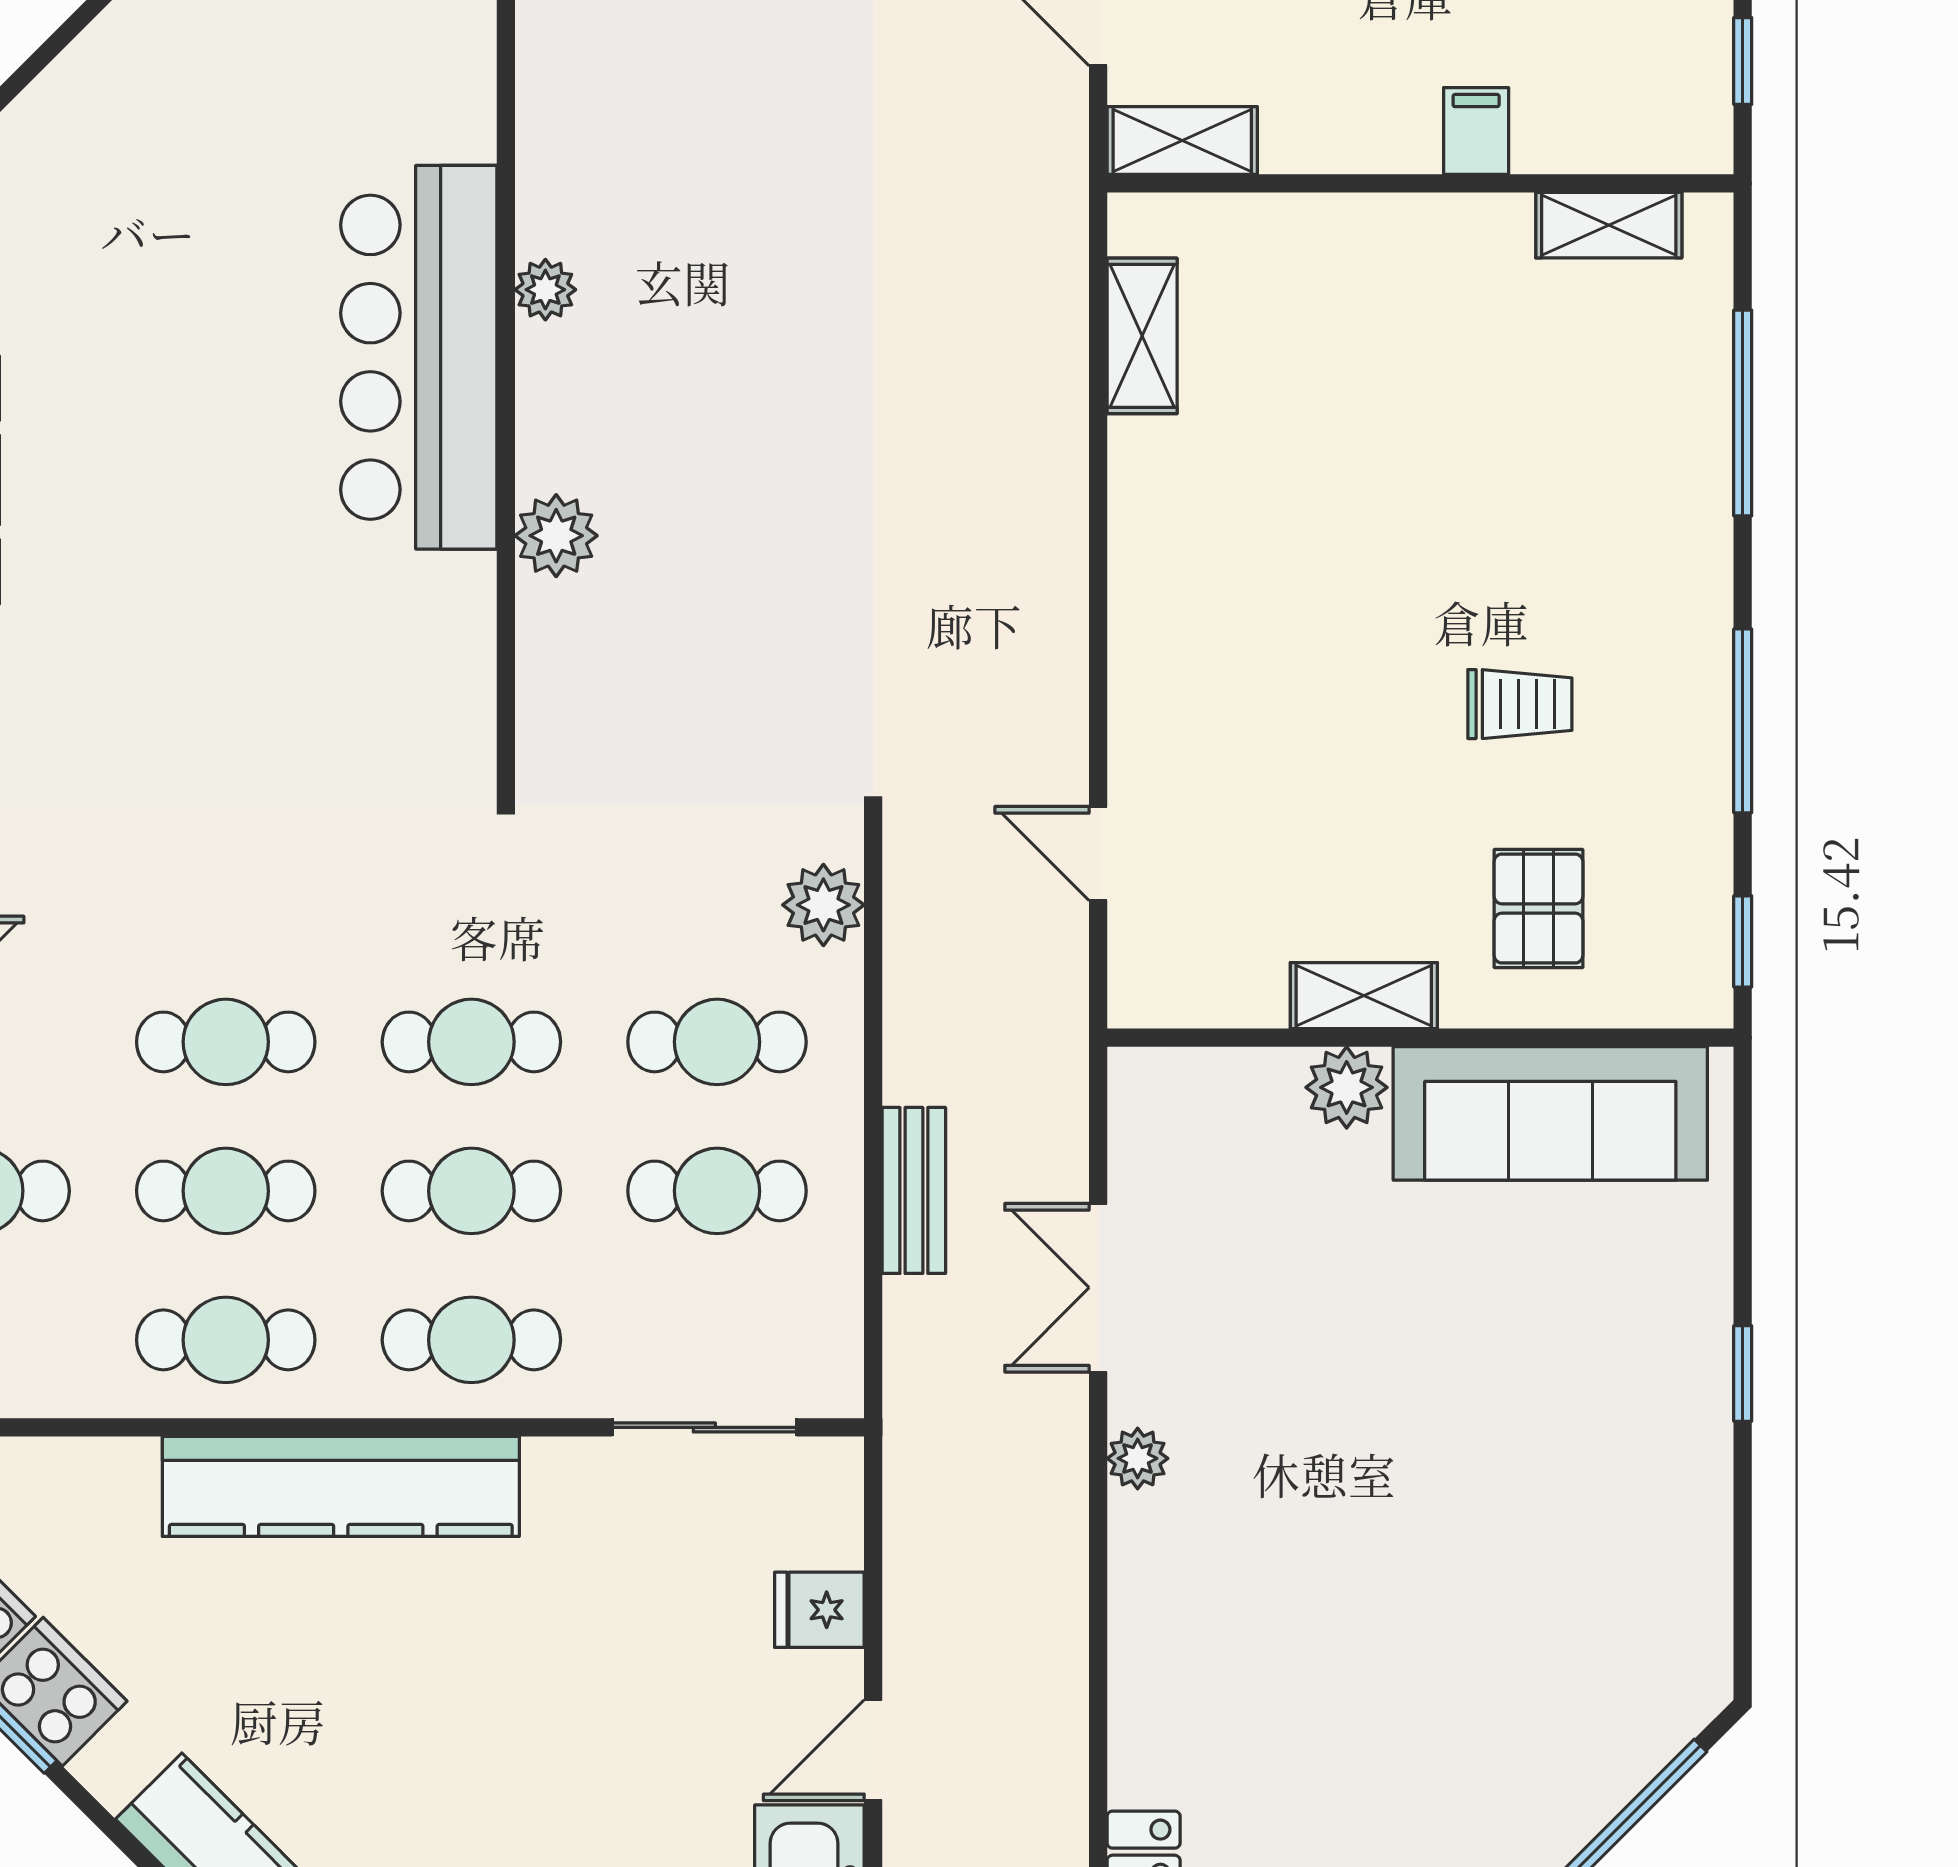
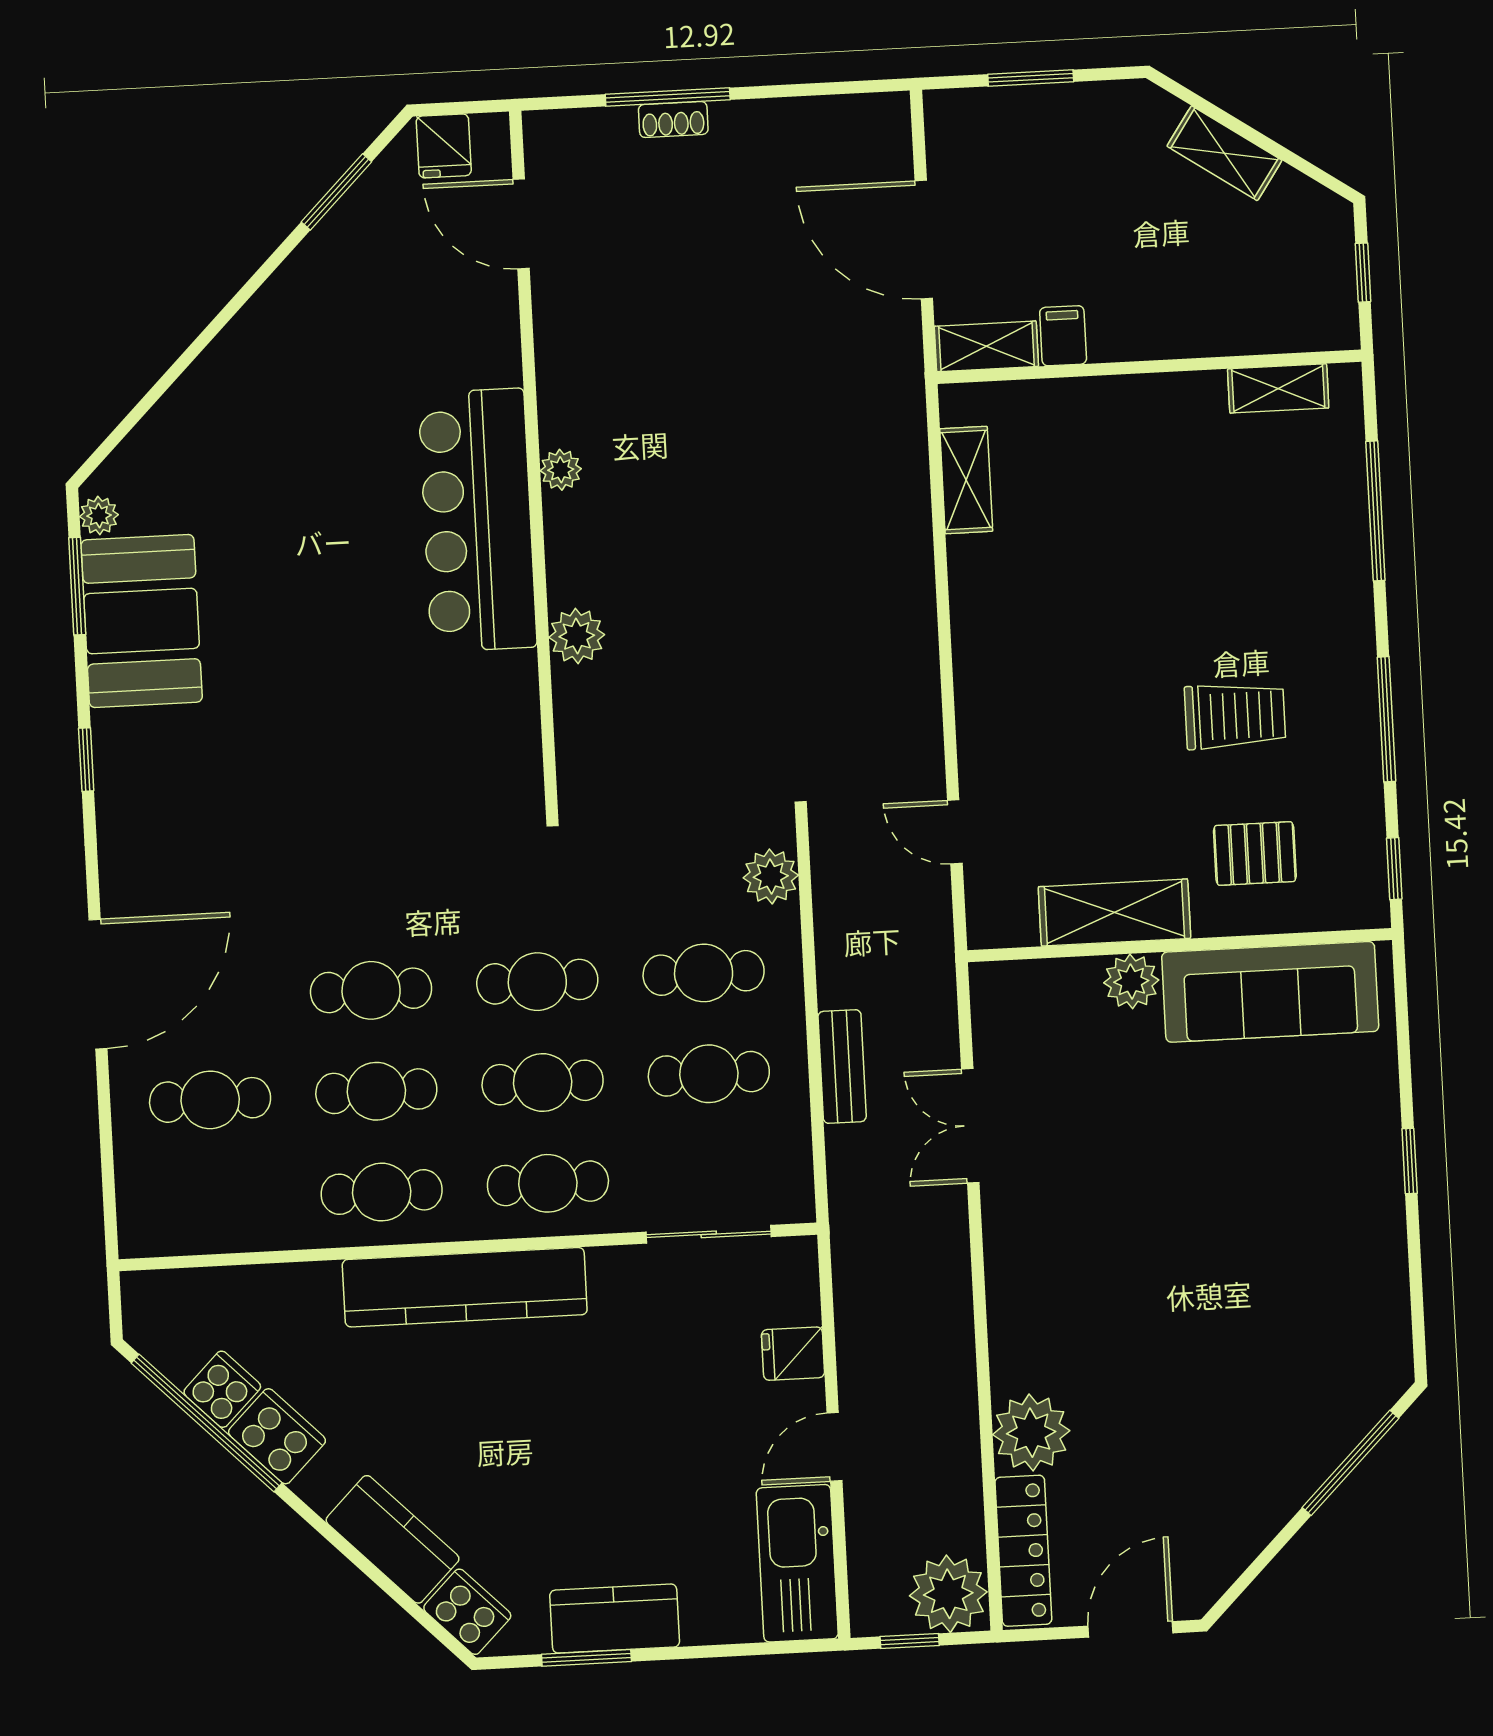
filing cabinet: (1476, 131) -> (1063, 336), moved
trolley: (1520, 704) -> (1235, 716), width x1.36, depth x1.39
pallet: (1538, 909) -> (1255, 853), turned 90
shelving: (1364, 996) -> (1114, 913), width x1.50, depth x1.33
plant: (1138, 1458) -> (1031, 1433), moved, width x1.87, depth x1.87

